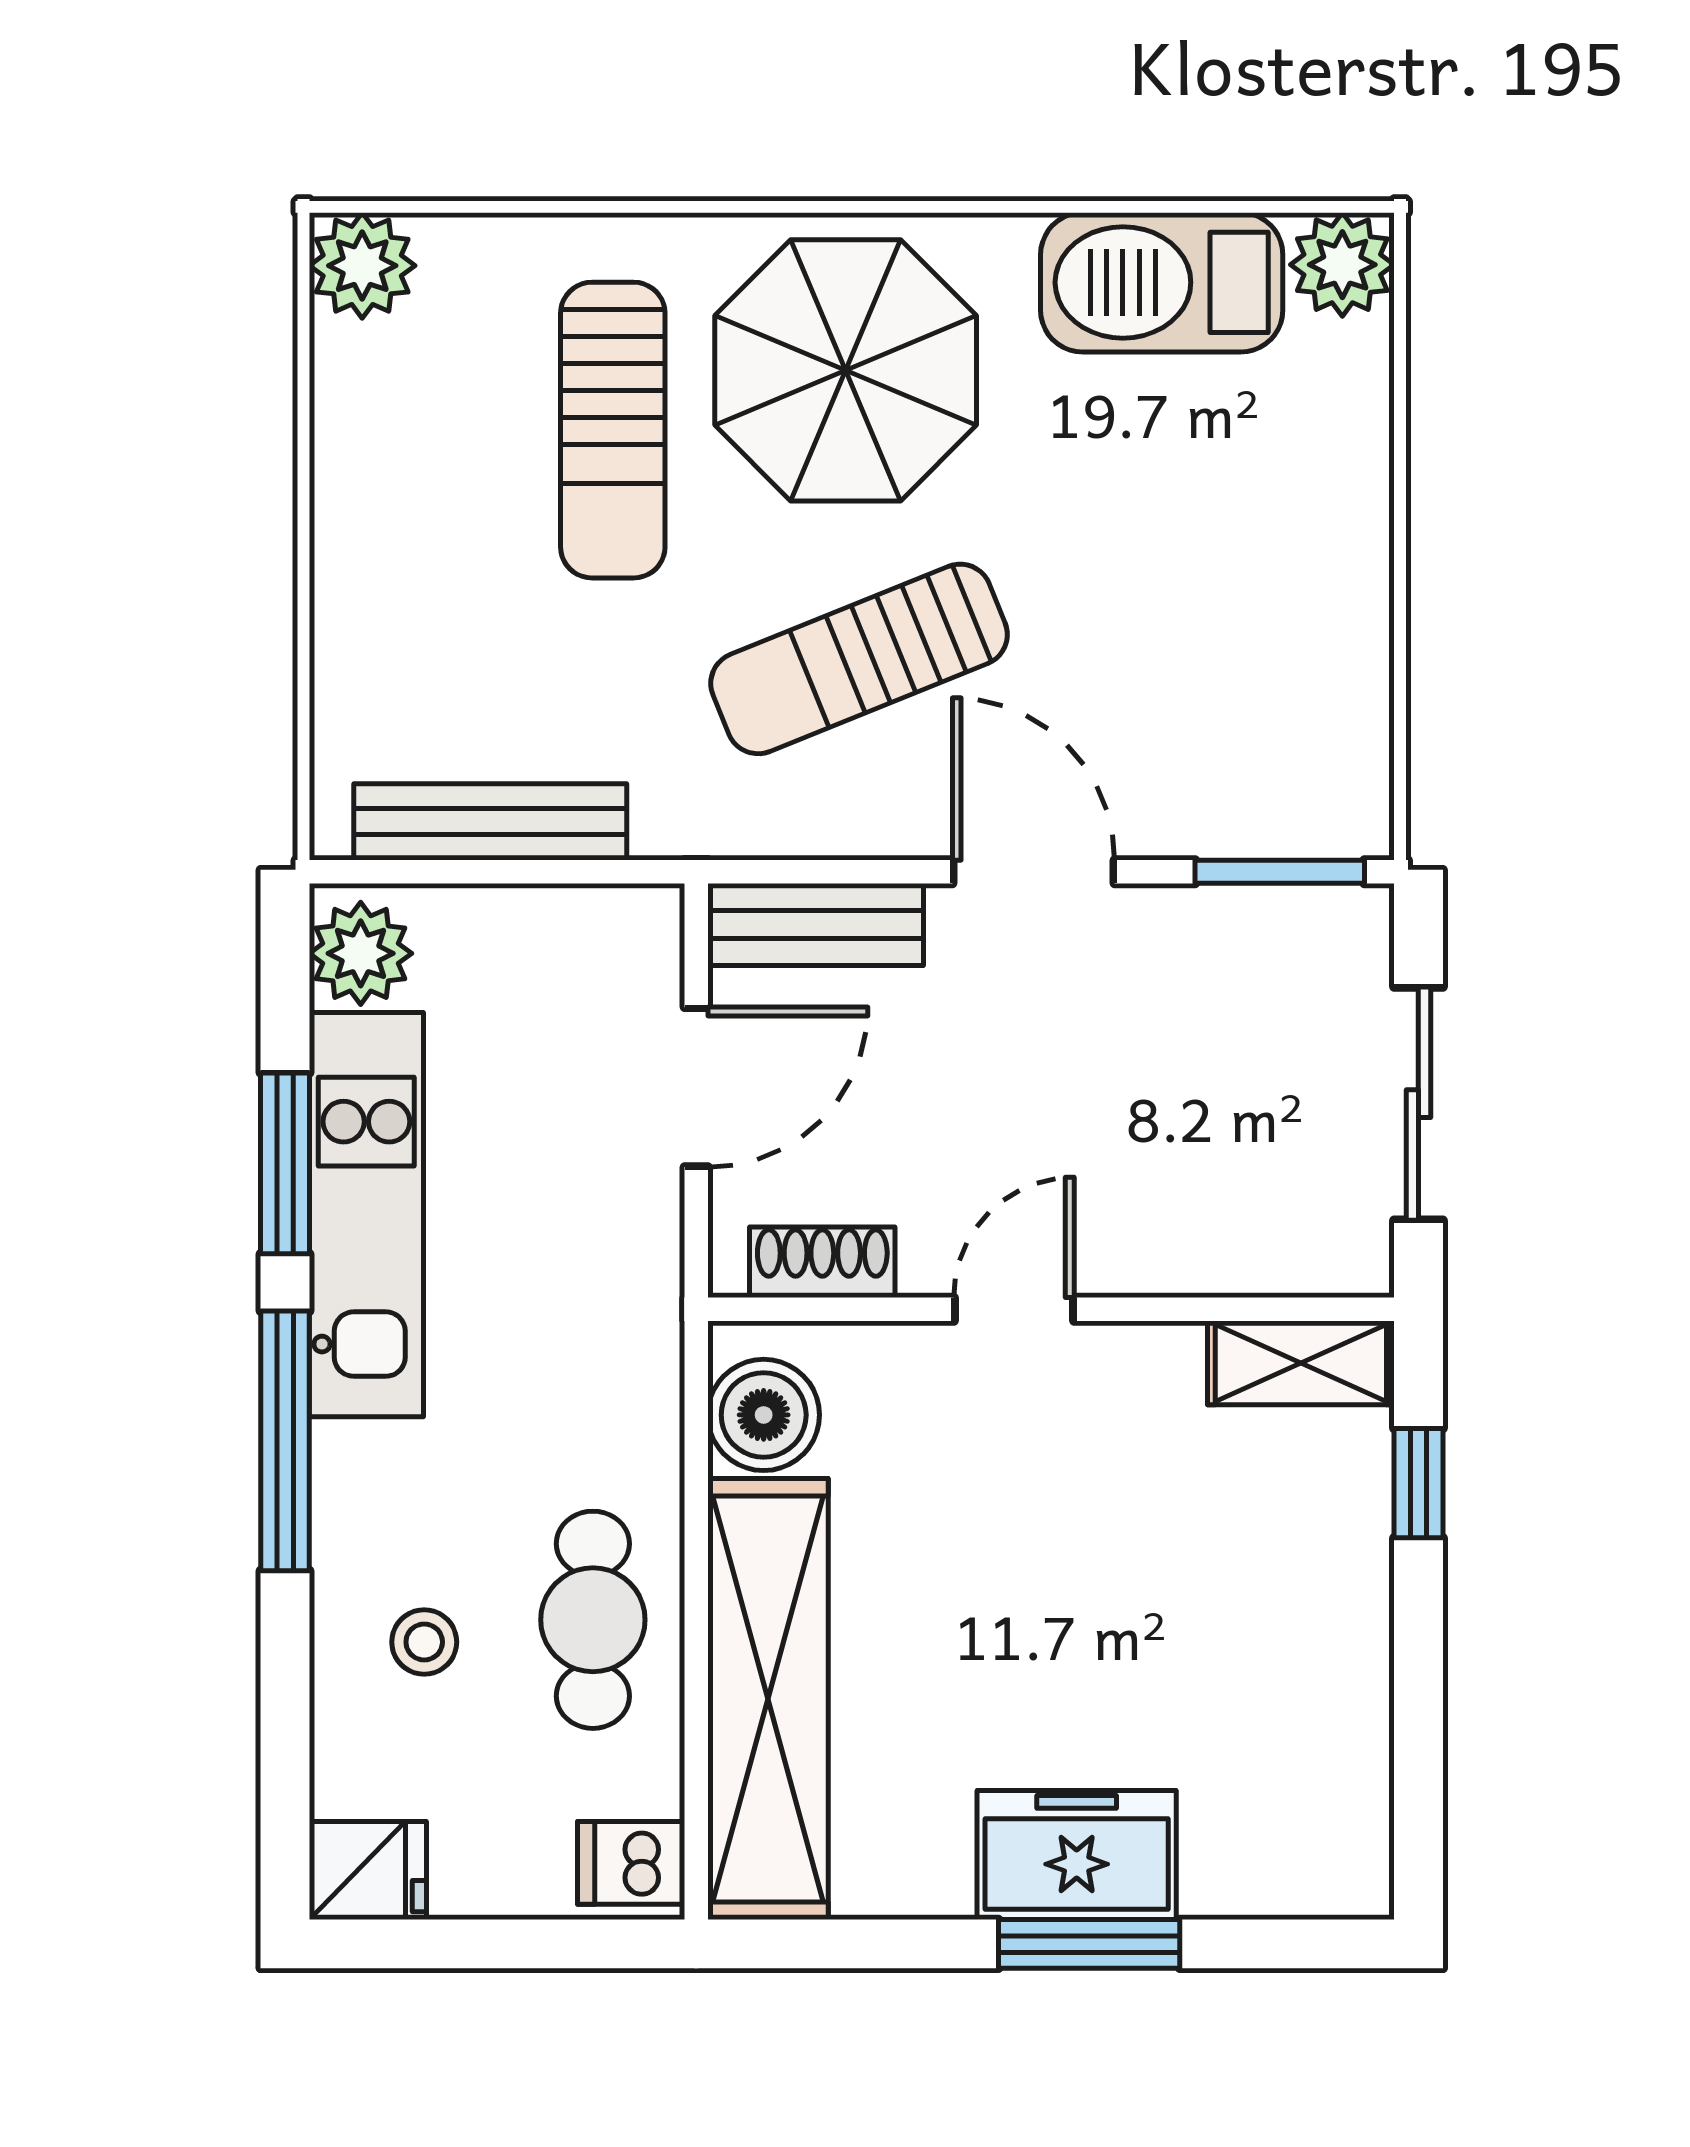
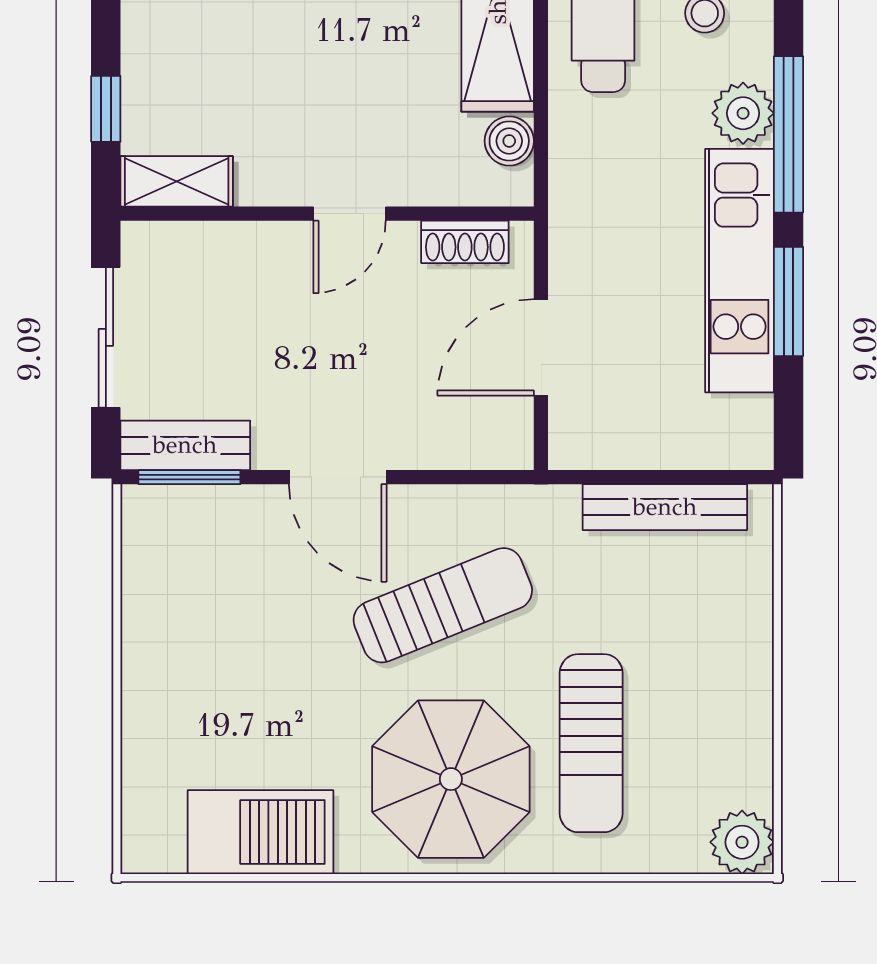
plant: (1342, 265) -> (152, 843), removed
sun lounger: (613, 430) -> (591, 743), turned 180
bench: (816, 925) -> (185, 445), moved
plant: (361, 953) -> (743, 113), moved
boiler: (764, 1415) -> (509, 141), width x0.73, depth x0.73

